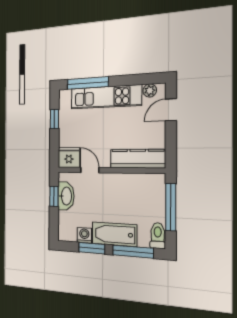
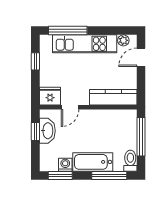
door: (90, 170) -> (70, 107), swing flipped
window: (92, 248) -> (60, 175), moved

